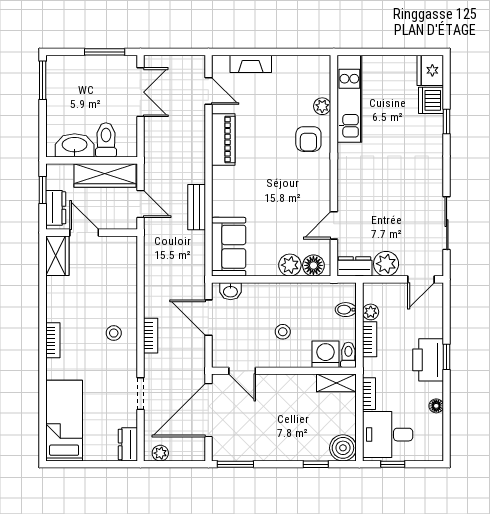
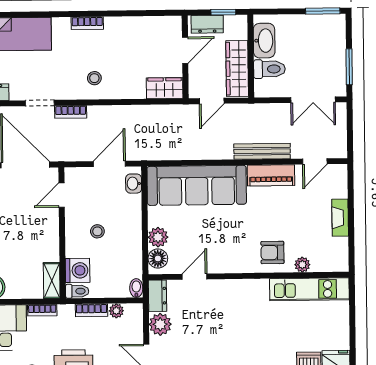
fireplace: (251, 64) -> (340, 218), moved
bench: (197, 207) -> (262, 151), moved, width x1.36
door: (334, 225) -> (194, 277), hinge flipped
sofa: (229, 247) -> (197, 185), width x1.85, depth x1.27
wardrobe: (57, 256) -> (165, 88), moved, turned 180
bidet: (346, 310) -> (136, 288), moved
bookcase: (151, 336) -> (71, 112), moved

